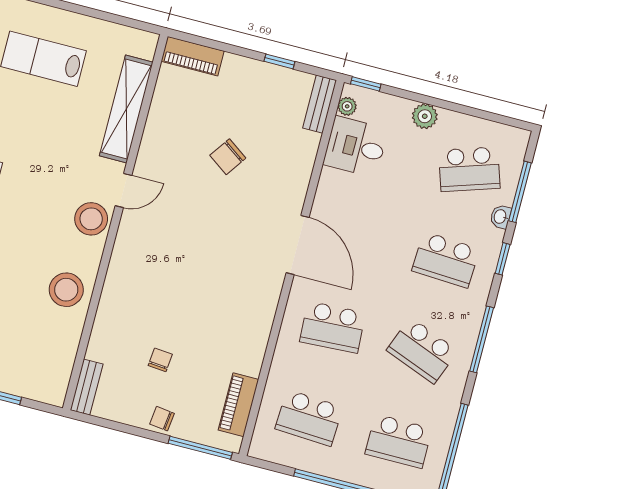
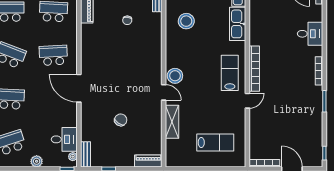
shelving: (126, 109) -> (172, 122), width x0.68
door: (124, 191) -> (164, 92), swing flipped
stool: (66, 290) -> (186, 21), moved

